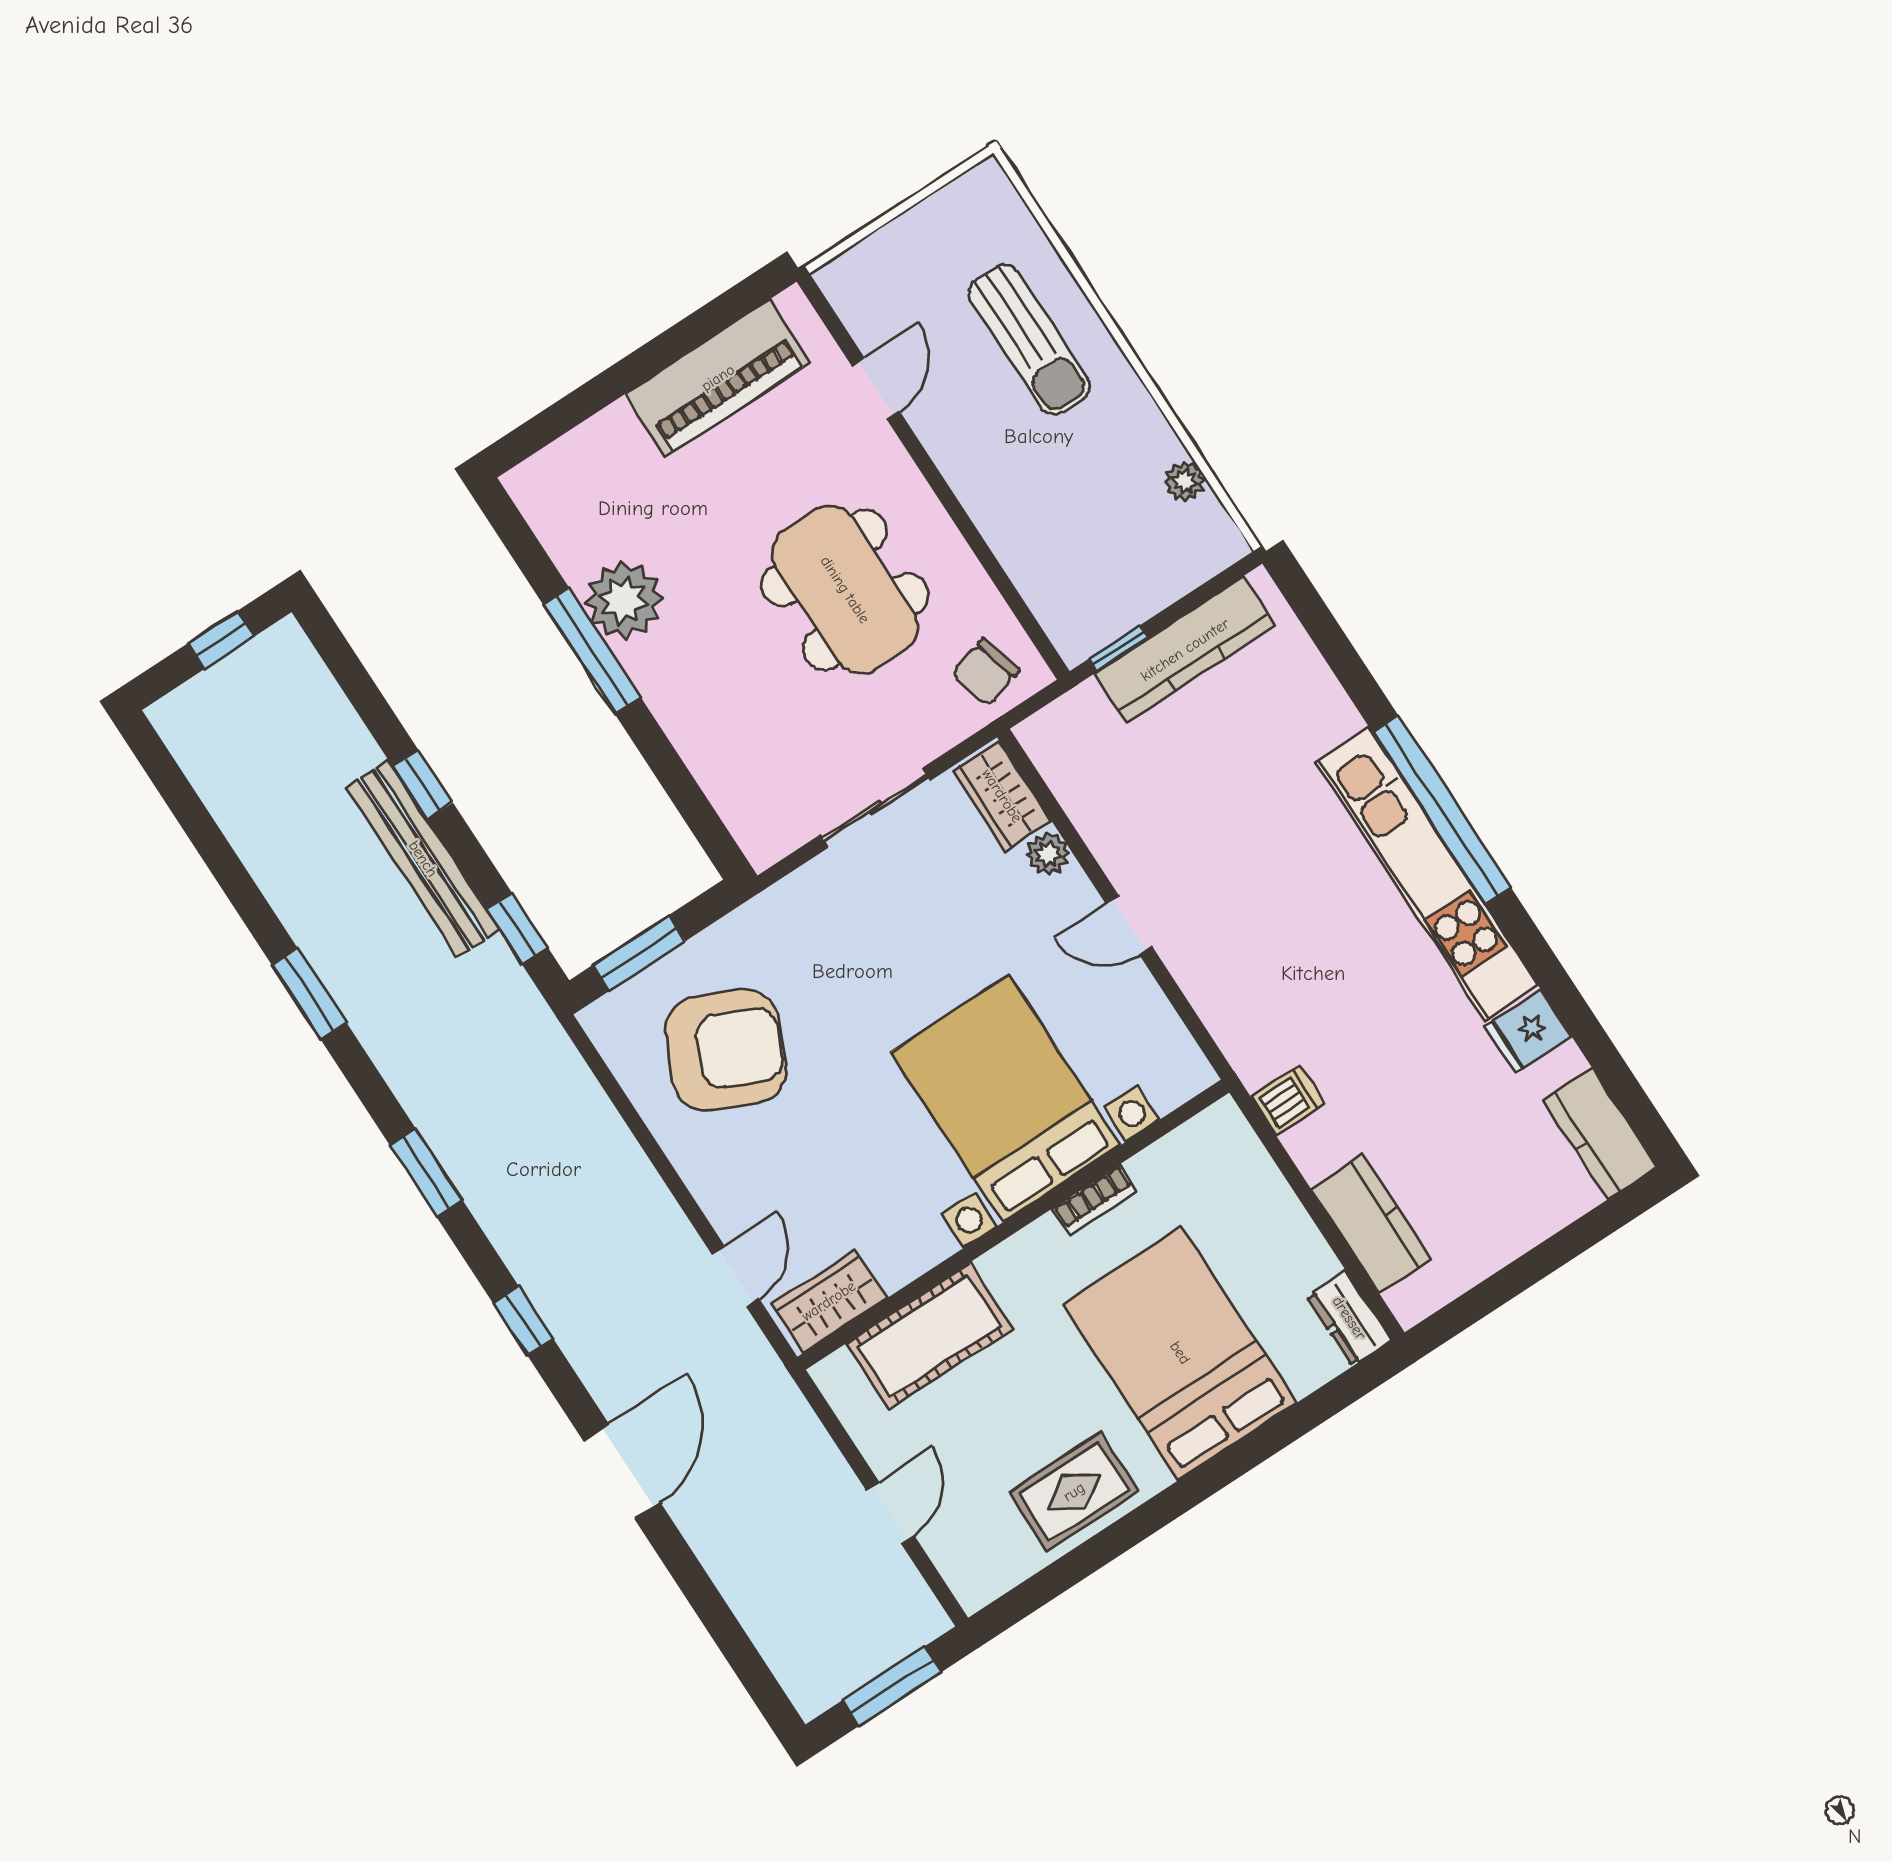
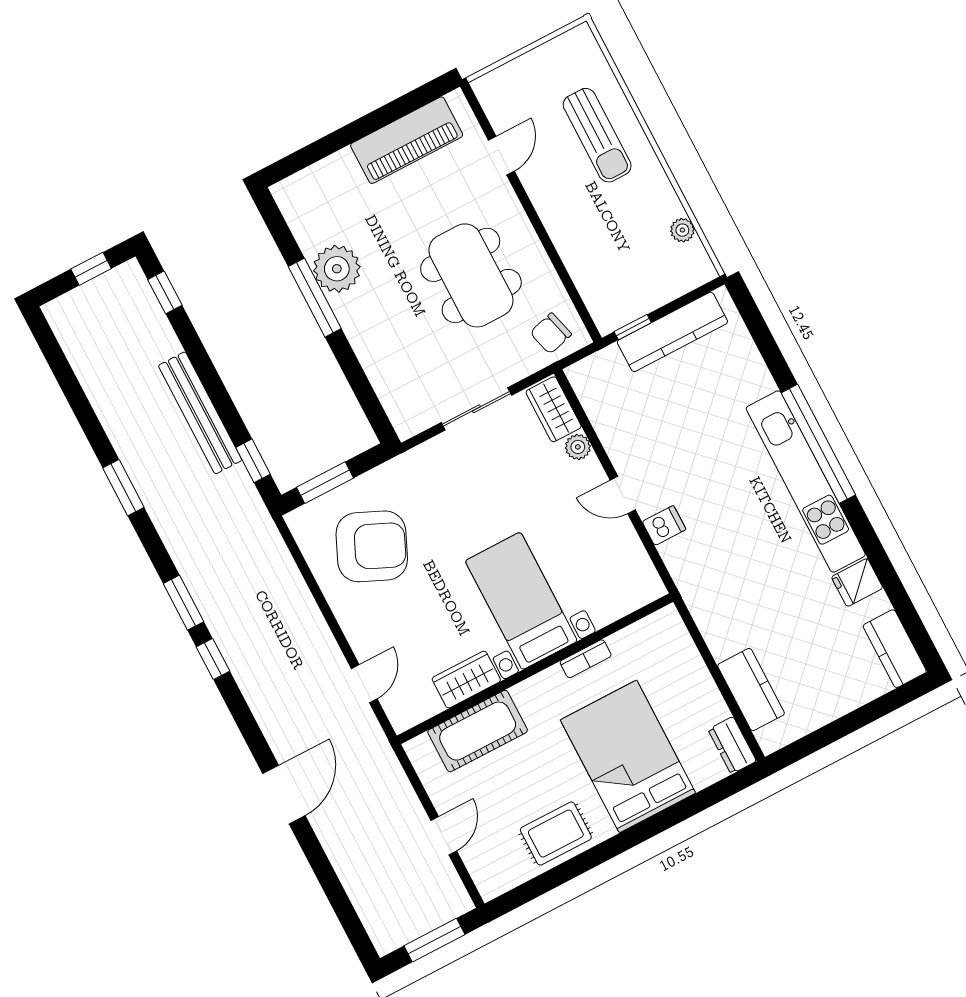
window: (423, 785) -> (165, 292), moved
bed with nightstands: (1006, 1099) -> (521, 601), width x0.73
dishwasher: (1288, 1100) -> (664, 526), moved
wardrobe: (829, 1301) -> (466, 680), moved
window: (523, 1321) -> (213, 659), moved

